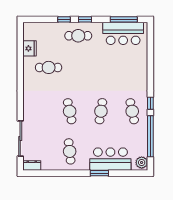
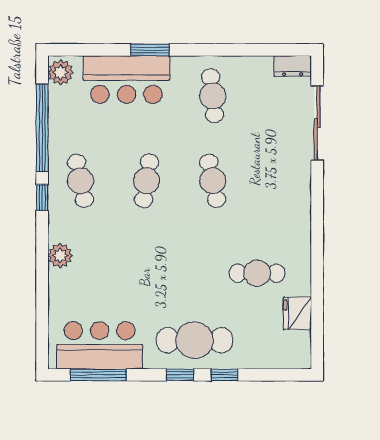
cafe table: (78, 36) -> (194, 340), width x1.37, depth x1.35
plant: (142, 76) -> (60, 255), added

